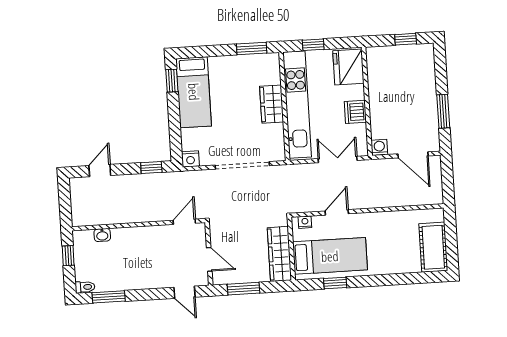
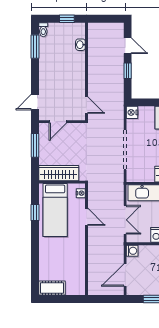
window: (151, 167) -> (128, 71), moved
cot: (433, 247) -> (52, 288), width x0.73, depth x0.75

